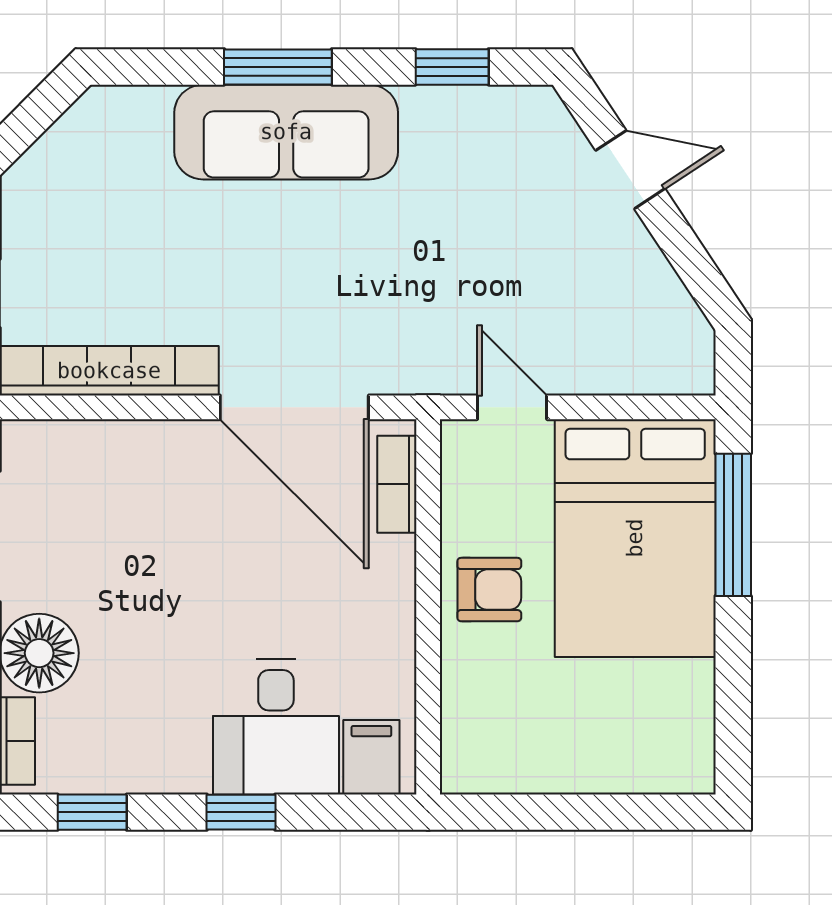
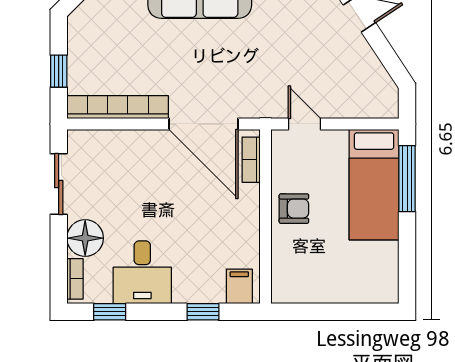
bed: (635, 538) -> (374, 185), width x0.67
desk: (276, 727) -> (142, 272), moved
window: (241, 812) -> (203, 312), moved

